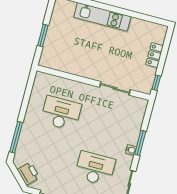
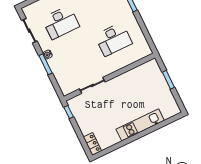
locker: (154, 55) -> (92, 144), moved

